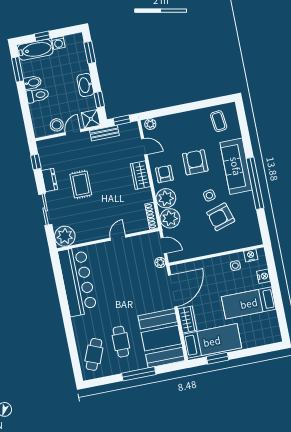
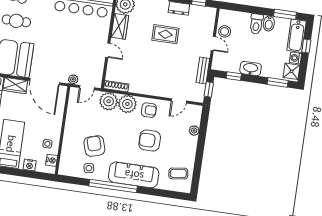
shower: (91, 119) -> (292, 71), moved
plant: (150, 124) -> (194, 131), moved
armchair: (195, 162) -> (150, 140), turned 180
wardrobe: (140, 175) -> (120, 26), moved, turned 90
side table: (209, 195) -> (89, 168), moved

